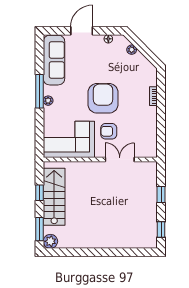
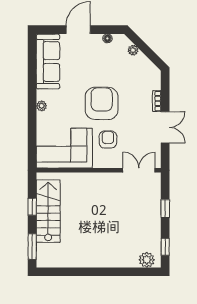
window: (39, 91) -> (32, 96), removed
double door: (161, 120) -> (165, 127), added
armchair: (109, 131) -> (108, 139), turned 90
double door: (120, 159) -> (139, 170), moved
plant: (50, 241) -> (147, 260), moved

